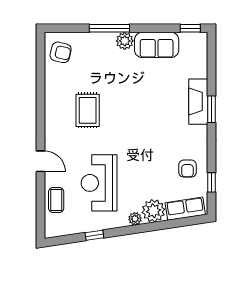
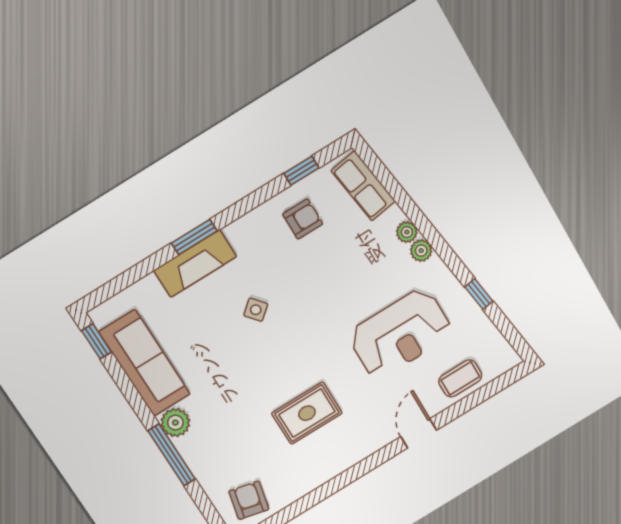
sofa: (157, 45) -> (145, 363), width x1.36
side table: (157, 117) -> (256, 310), added
plant: (153, 211) -> (407, 232), width x0.53, depth x0.53

